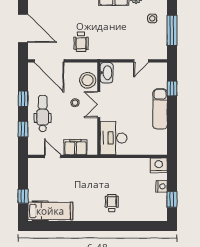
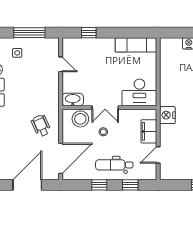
wheelchair: (81, 42) -> (41, 126), turned -114
exam couch: (160, 109) -> (136, 45), moved
nightstand: (159, 165) -> (167, 115), moved

